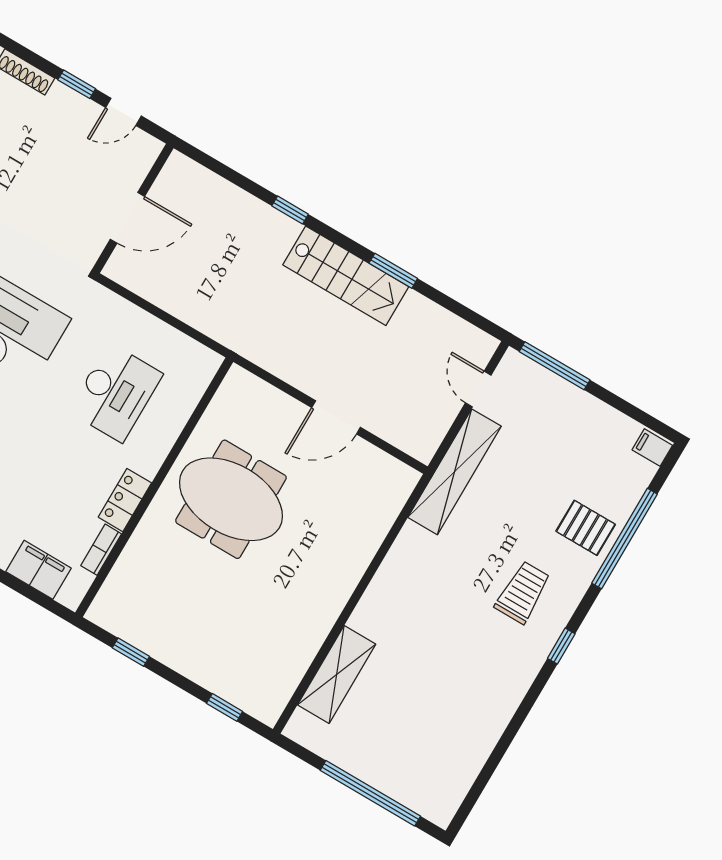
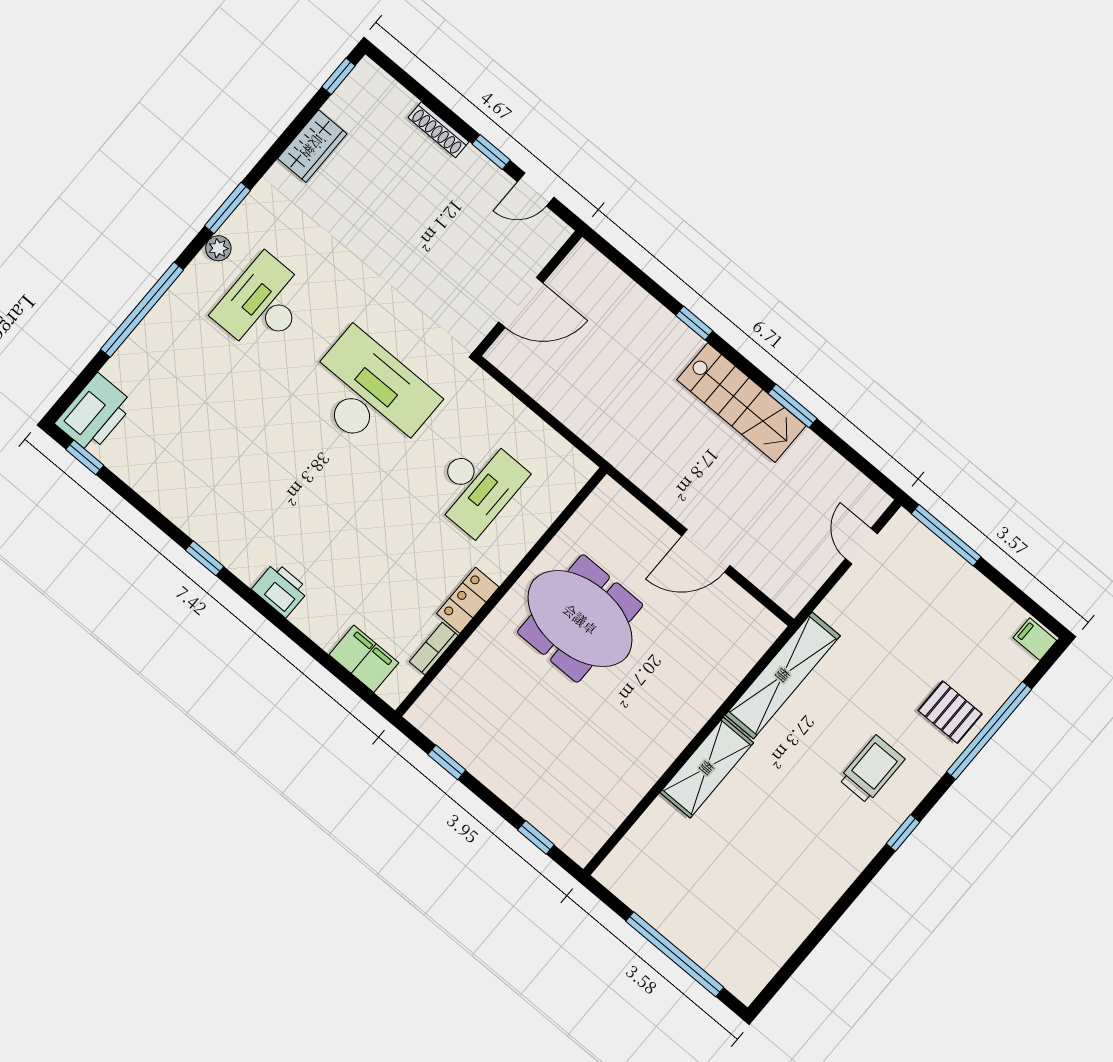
shelving: (455, 472) -> (783, 675), moved
shelving: (337, 674) -> (707, 768), moved

